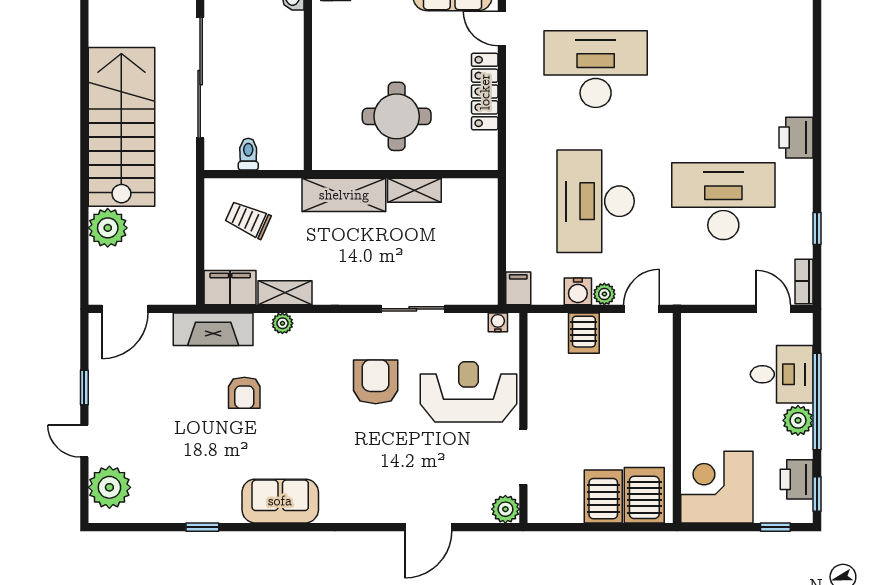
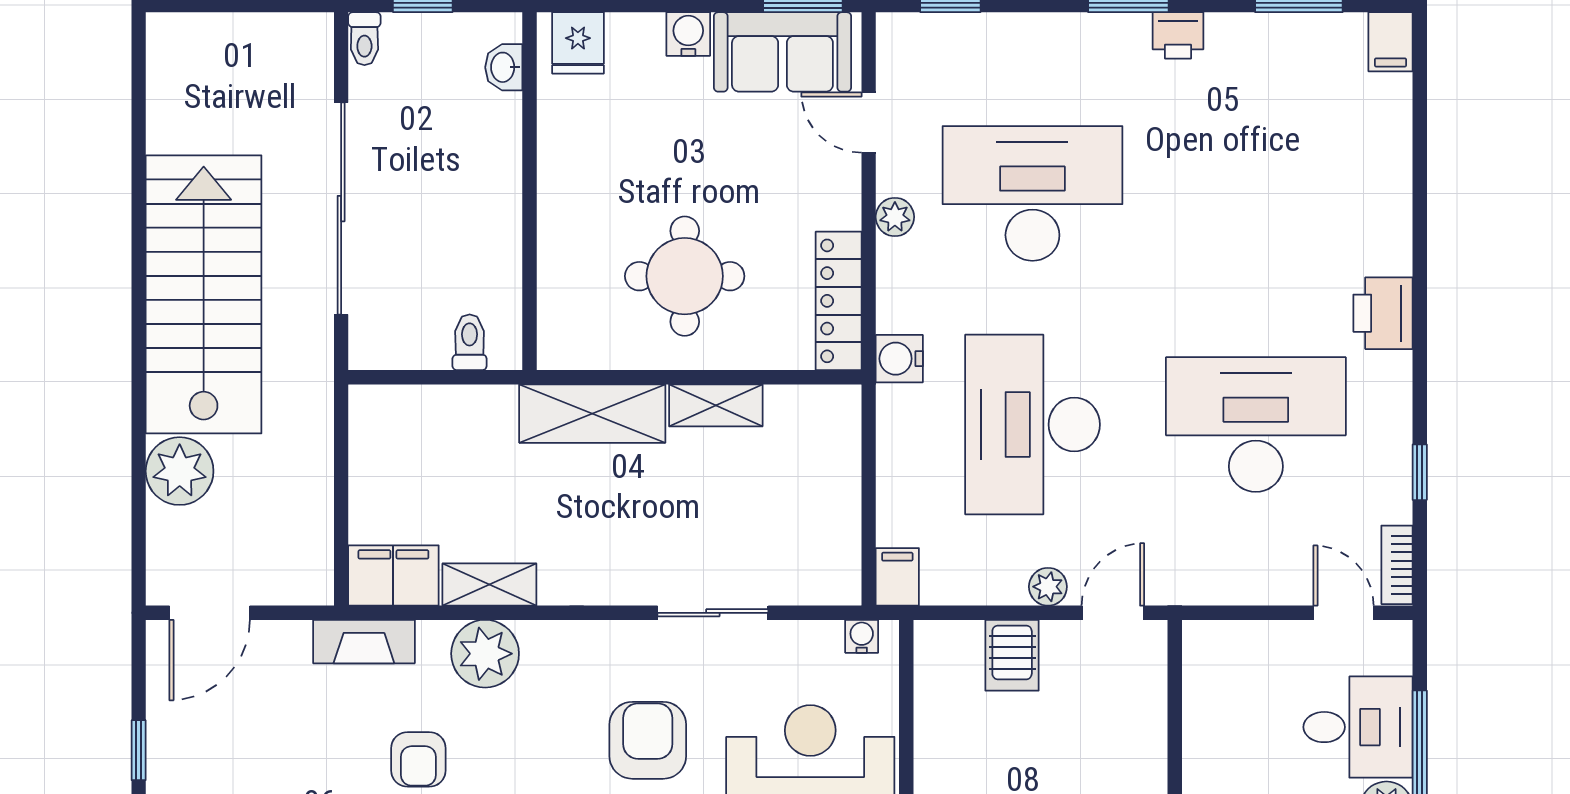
plant: (517, 83) -> (895, 217), added
locker: (485, 92) -> (839, 301), moved
toilet: (248, 154) -> (470, 342), moved
trolley: (248, 220) -> (425, 457), removed
water cooler: (578, 291) -> (899, 359), moved, turned 90
plant: (282, 323) -> (485, 654), width x1.88, depth x1.88
fireplace: (213, 329) -> (364, 642), width x0.73, depth x0.76

